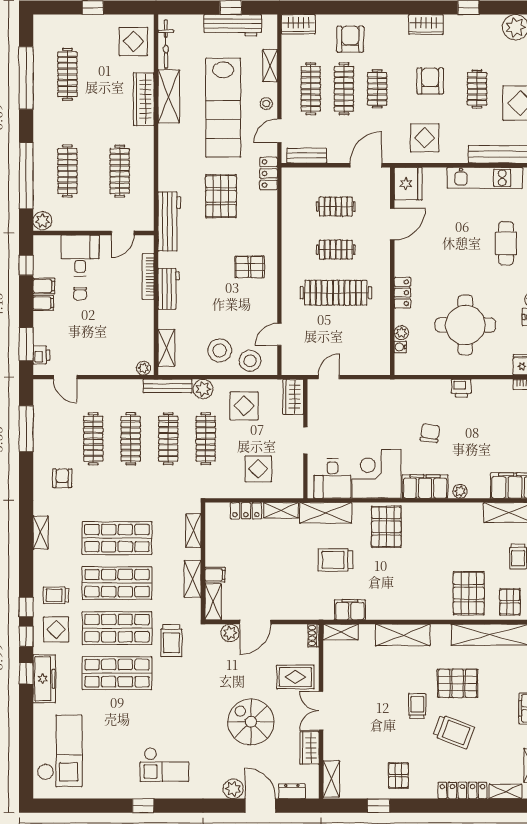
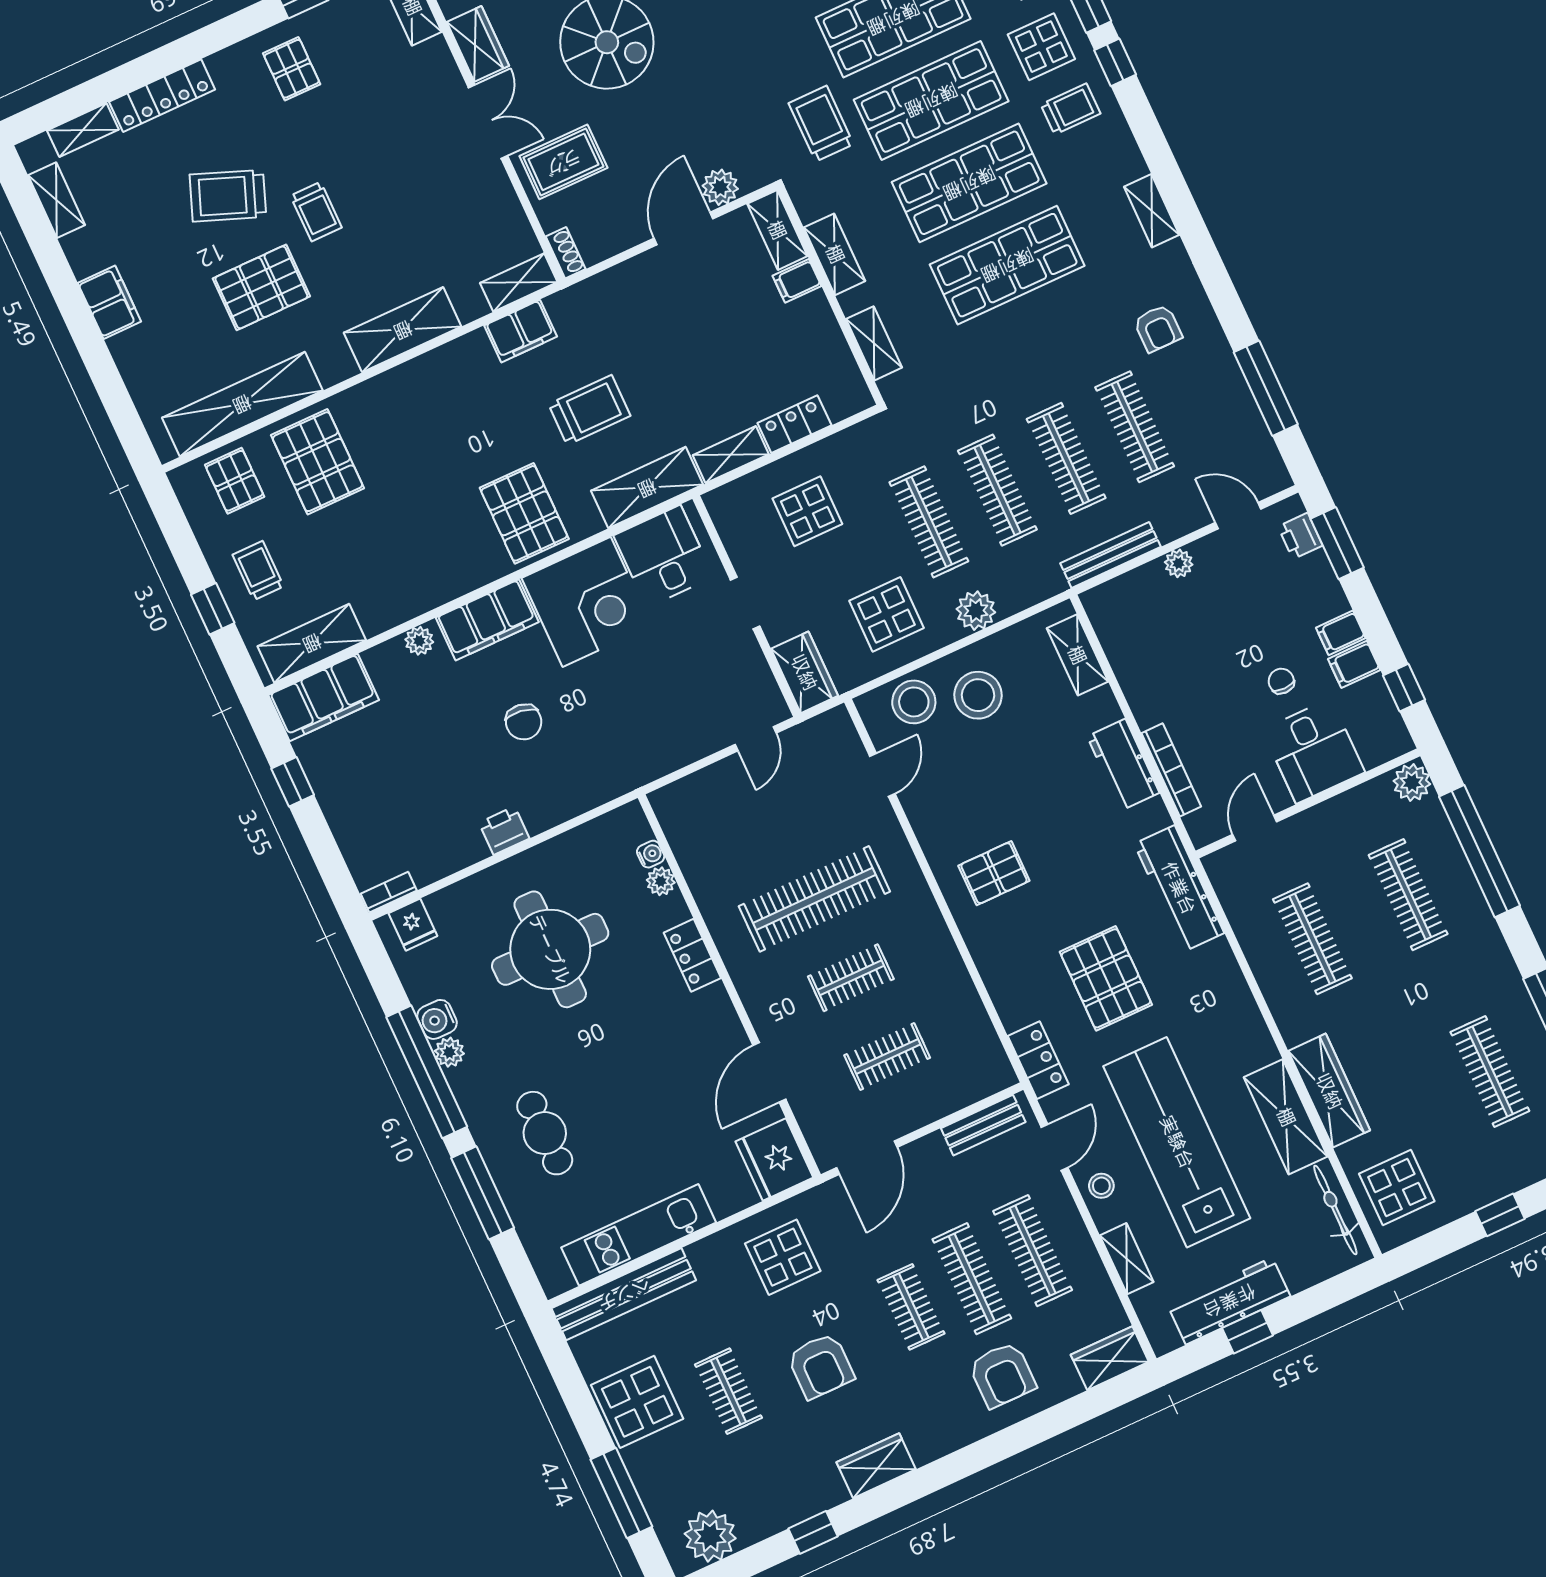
plant: (144, 368) -> (1179, 563), moved
bench: (168, 386) -> (1110, 555), moved

